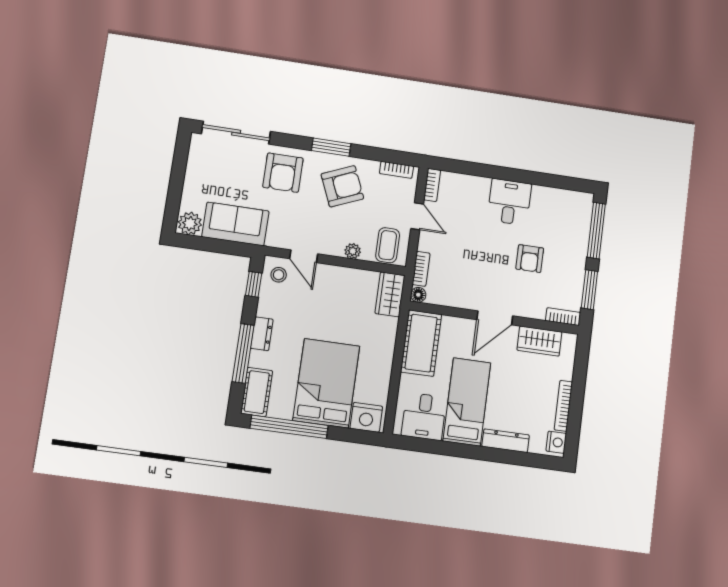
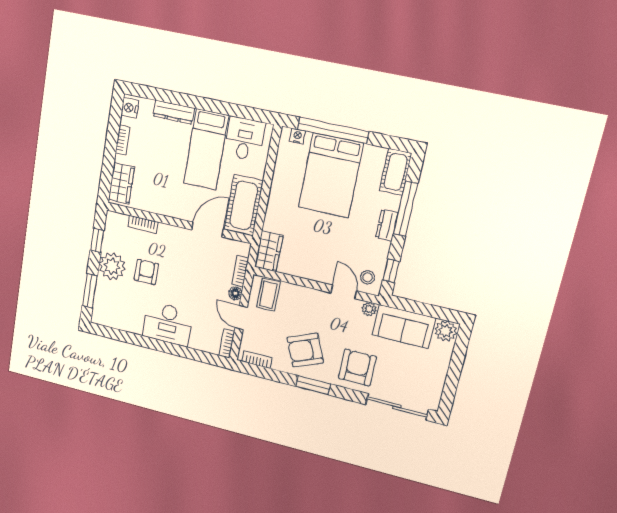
desk: (509, 202) -> (168, 324), width x1.37
window: (596, 231) -> (90, 291), width x0.69
plant: (353, 251) -> (369, 309), moved
plant: (571, 261) -> (112, 266), added
window: (589, 290) -> (97, 241), width x0.67
floor lamp: (418, 295) -> (235, 293), moved
bookcase: (563, 317) -> (143, 224), moved
door: (495, 318) -> (208, 229), moved
wardrobe: (539, 341) -> (121, 183), moved, turned 90
bookcase: (563, 406) -> (123, 140), width x0.64
nightstand: (366, 417) -> (297, 136), width x0.53, depth x0.56
window: (289, 427) -> (333, 130), moved

